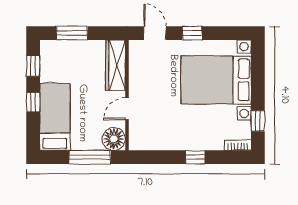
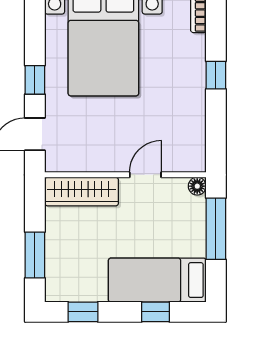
window: (33, 102) -> (156, 312), moved
door: (127, 109) -> (145, 175), swing flipped
floor lamp: (114, 139) -> (197, 186), width x0.53, depth x0.53

